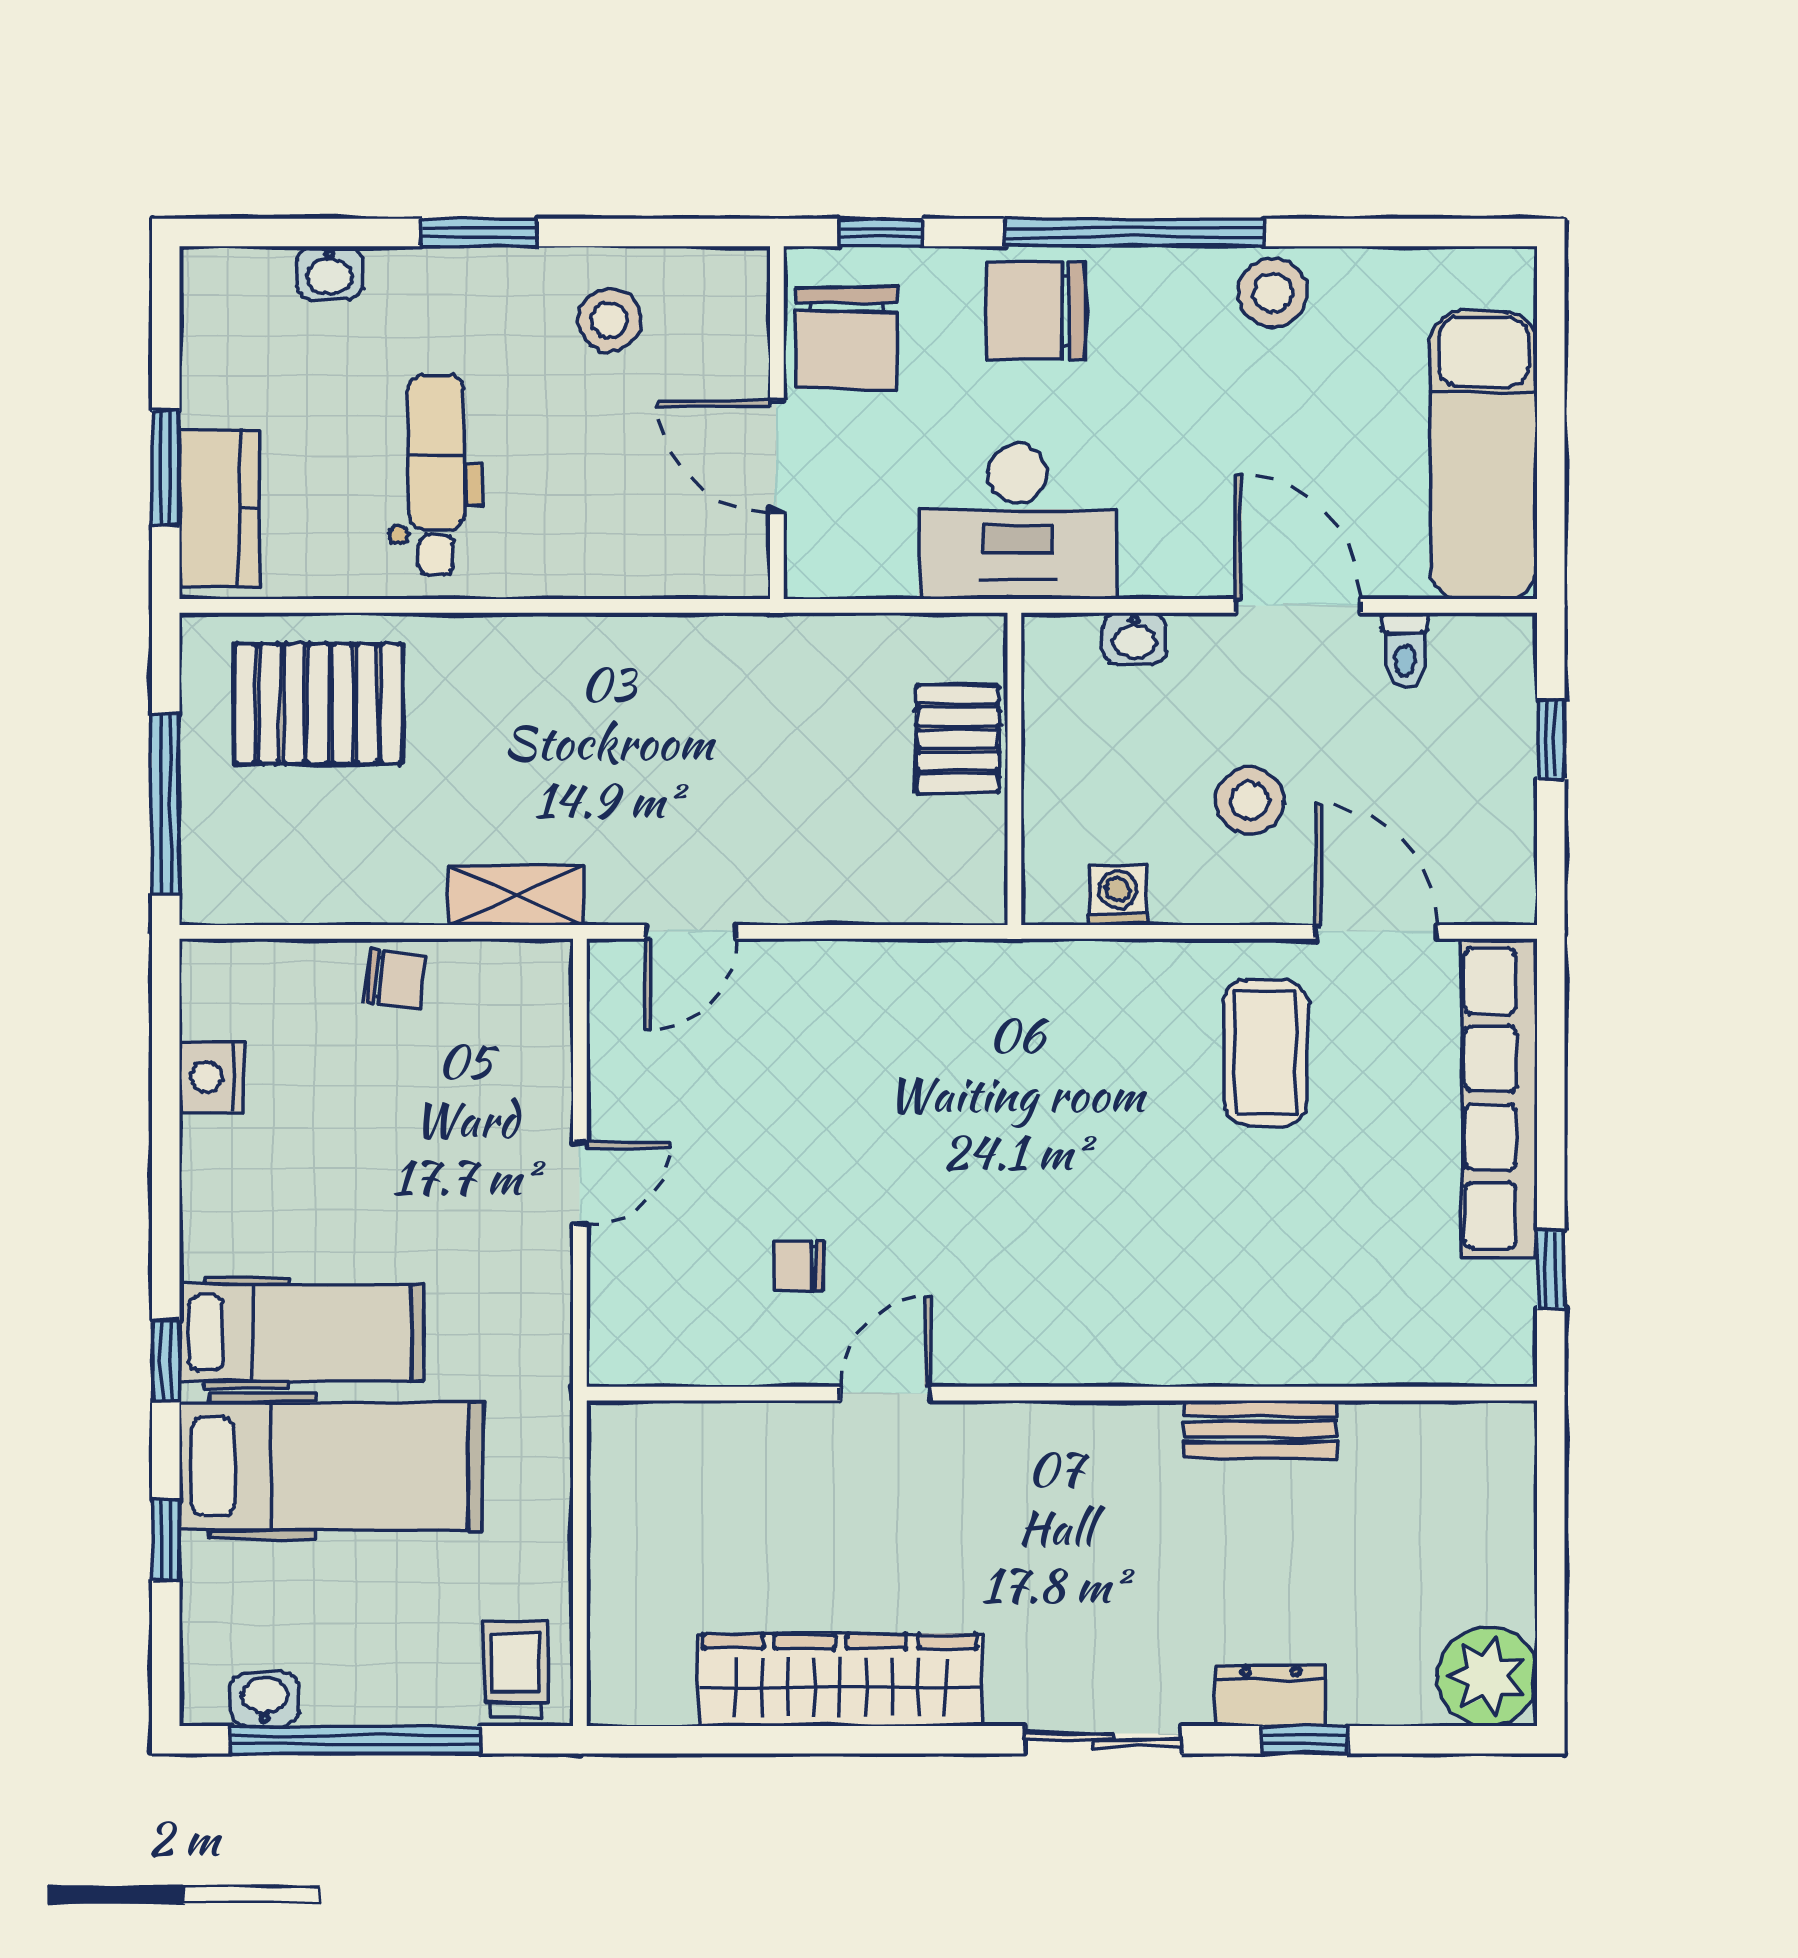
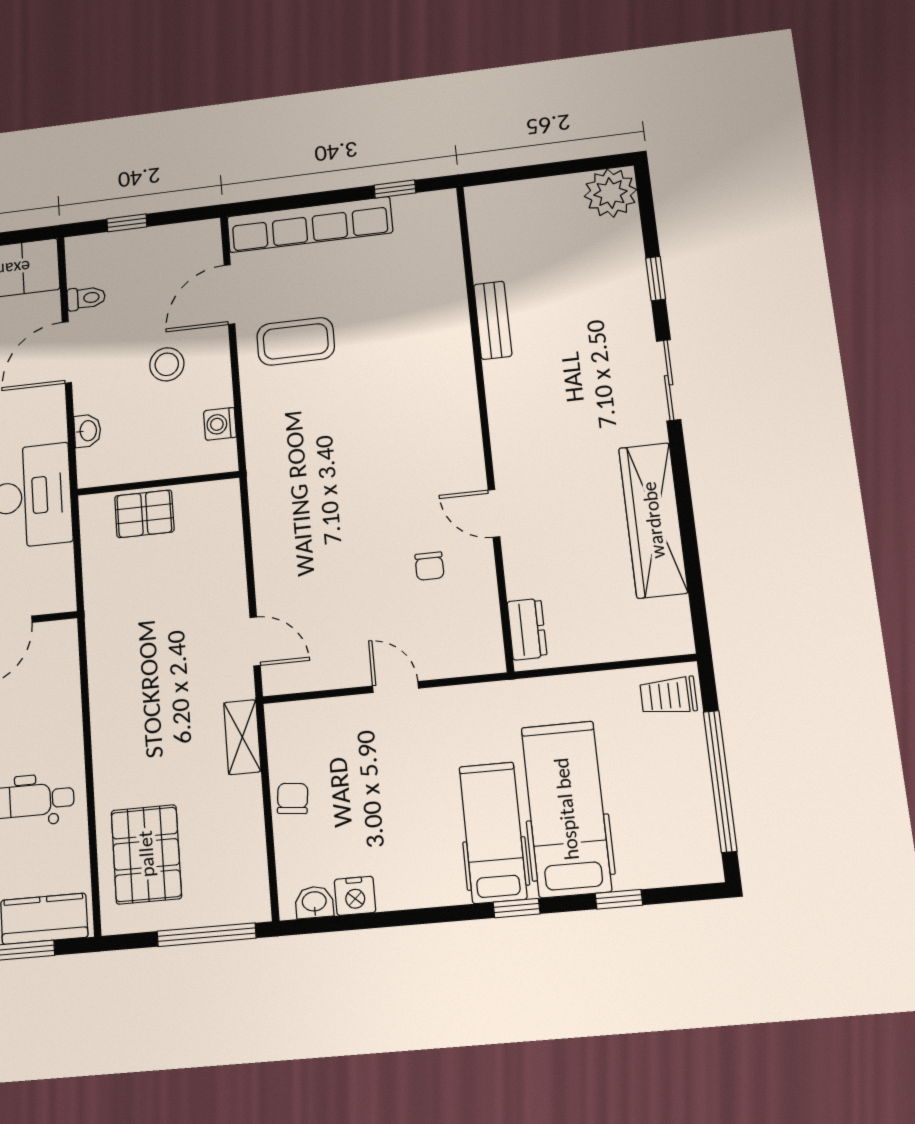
dresser: (1271, 1695) -> (527, 629), moved, turned 180
washbasin: (265, 1699) -> (314, 902), moved, turned 90

